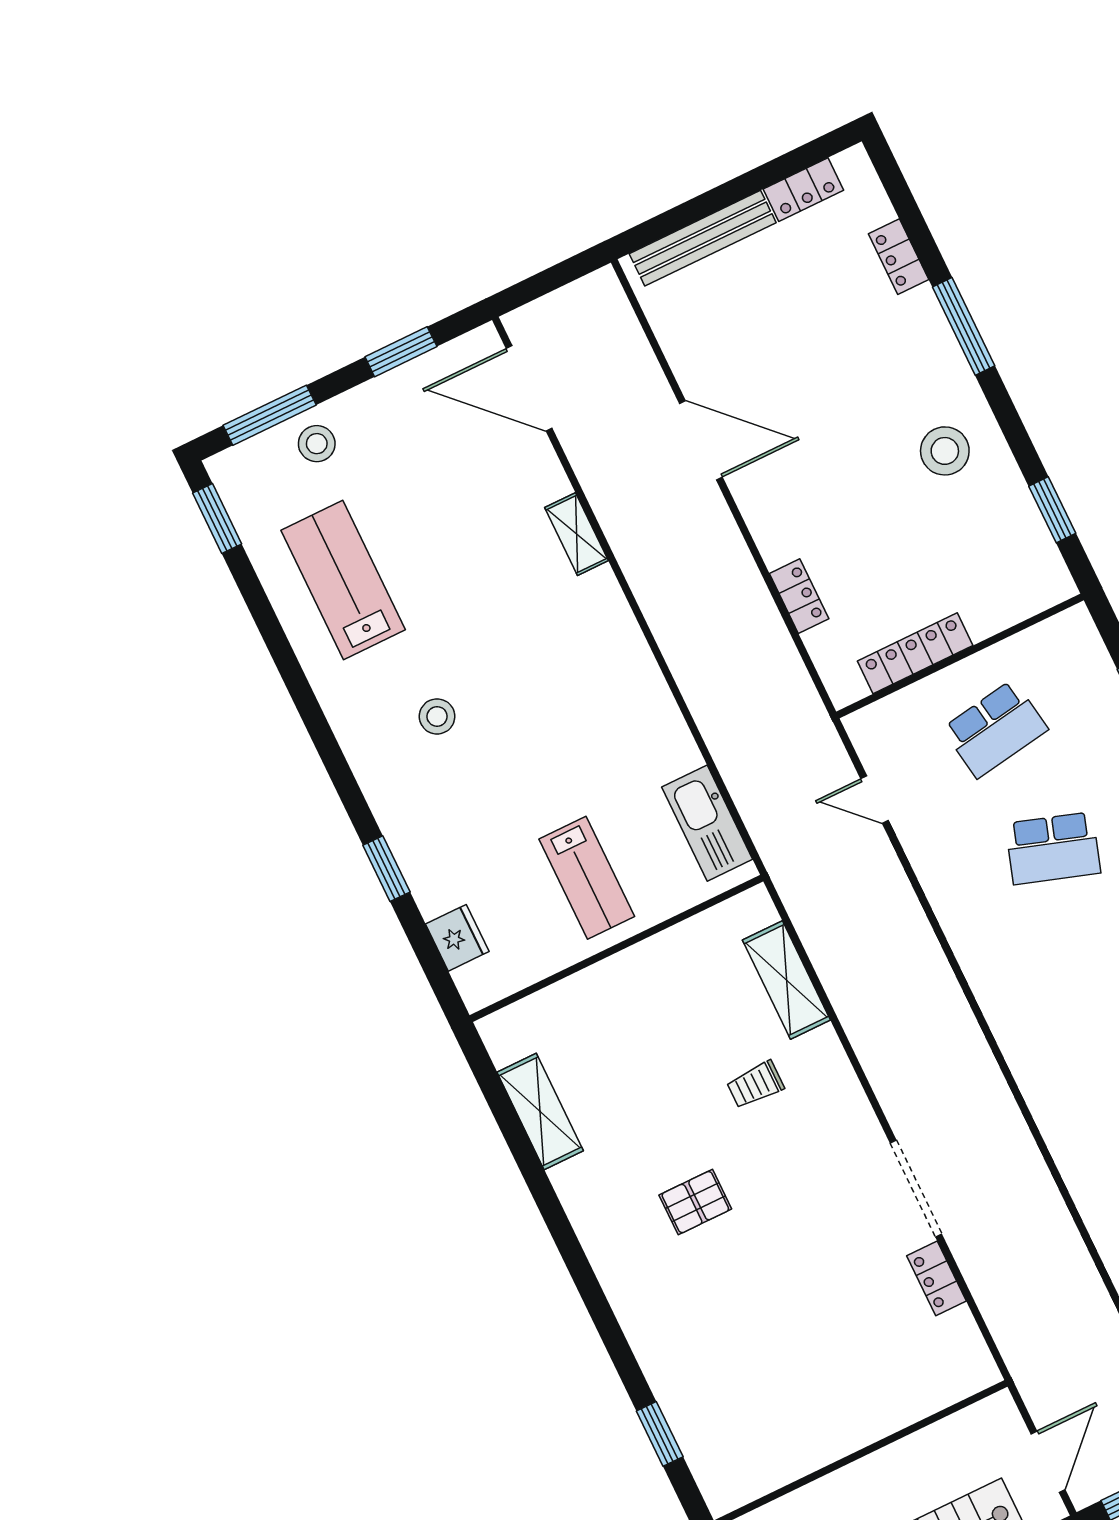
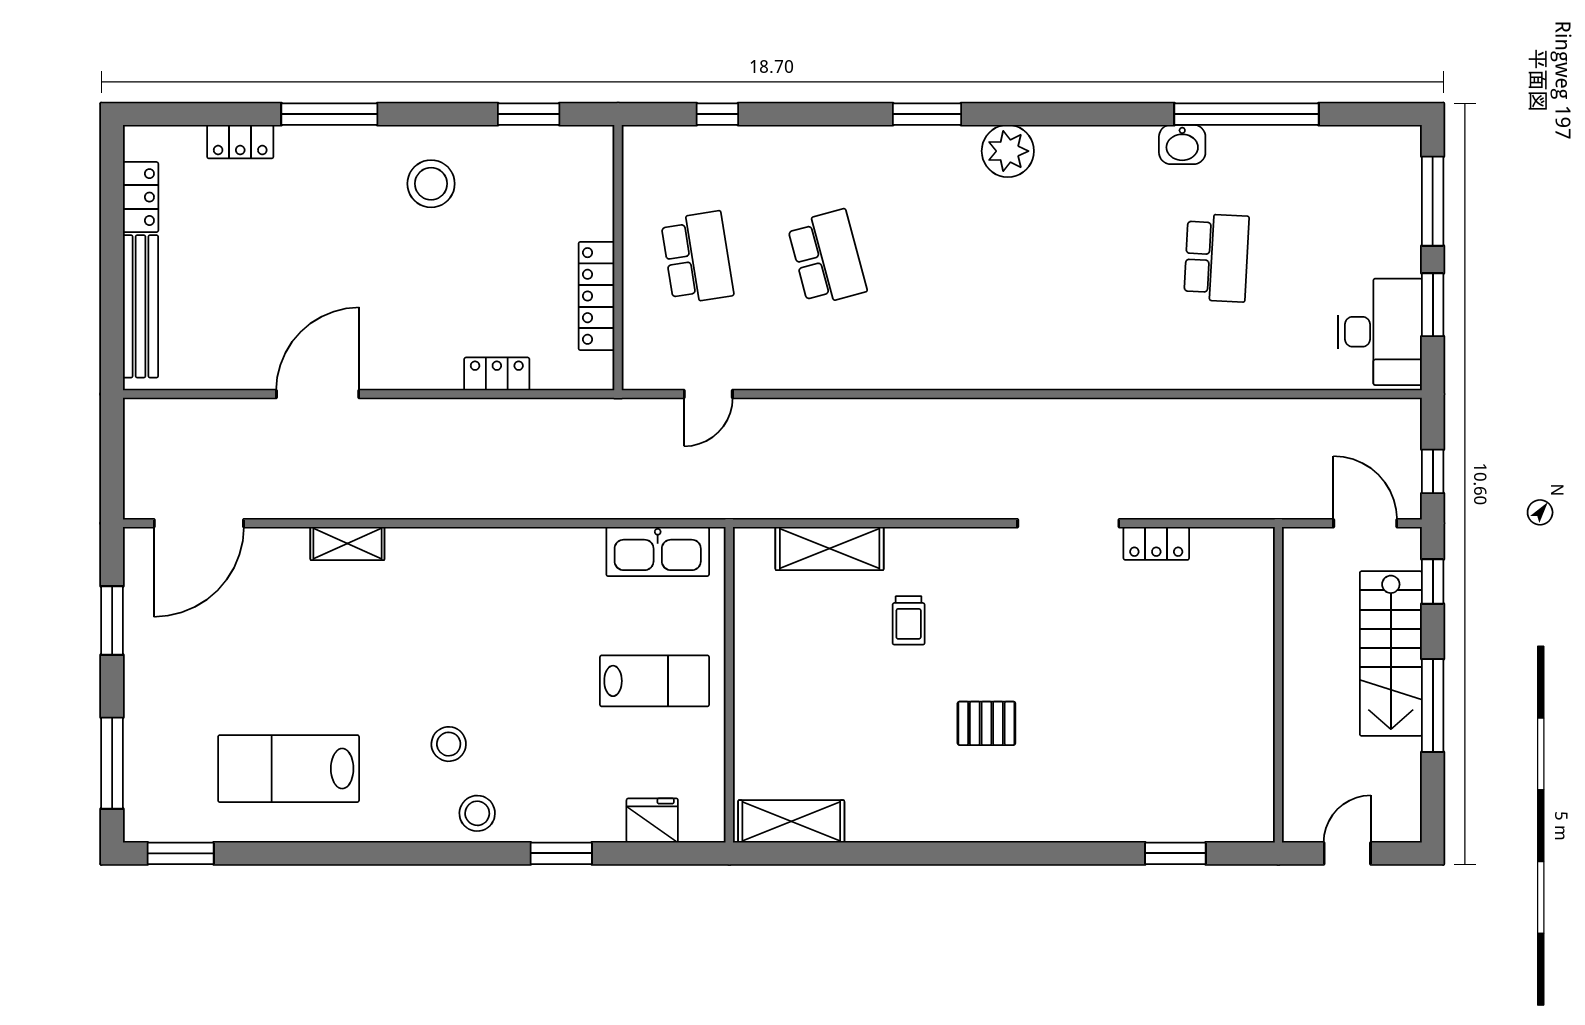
stool: (317, 444) -> (477, 813), moved
school desk: (1053, 848) -> (827, 258), turned -33
shelving: (540, 1111) -> (791, 821), moved
pallet: (695, 1202) -> (986, 723), turned 90

